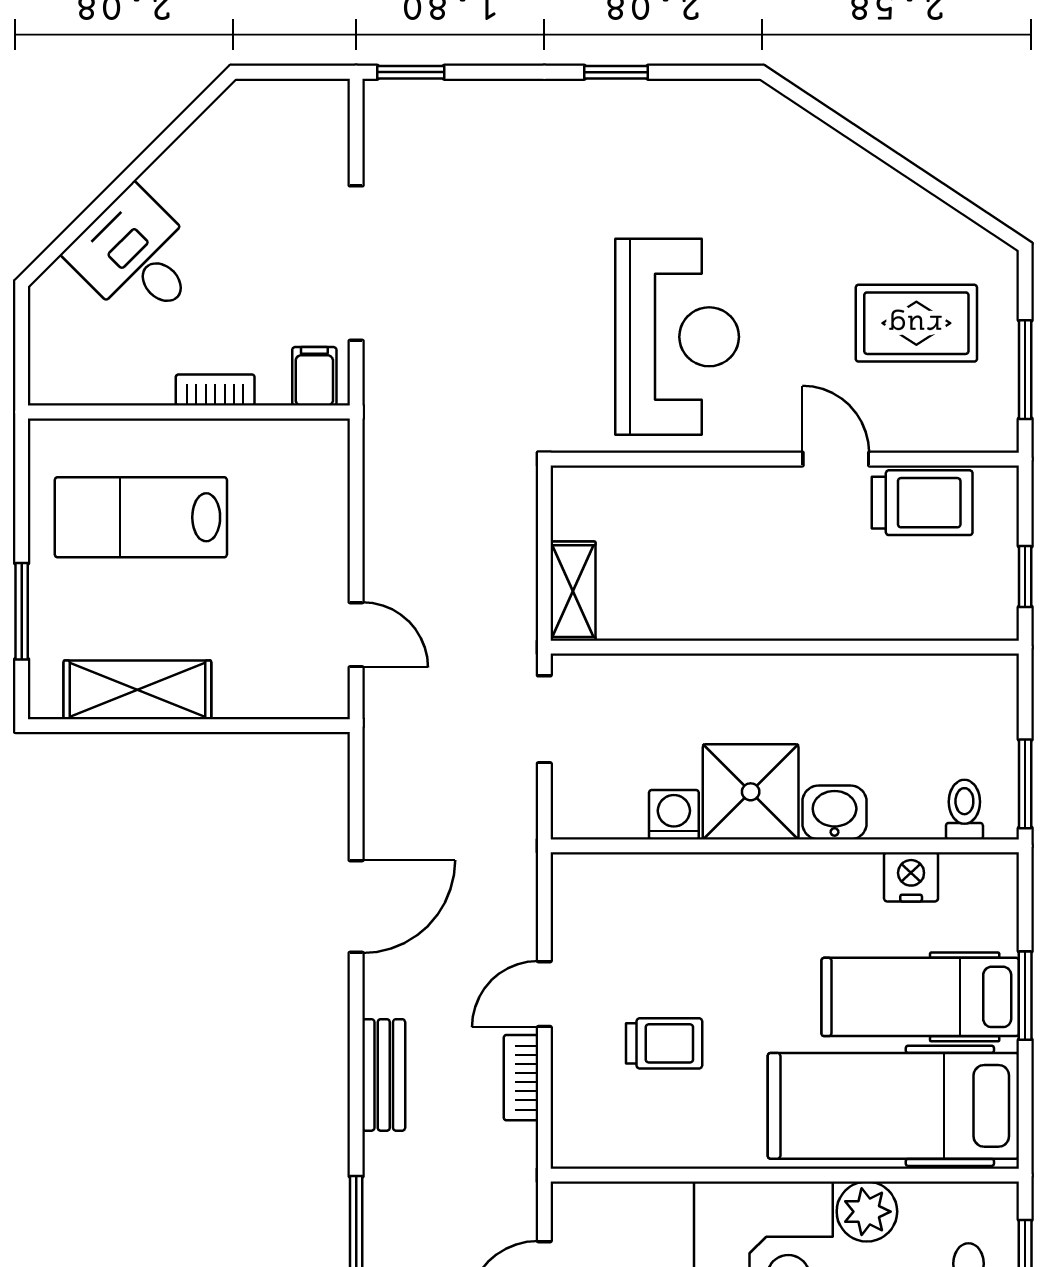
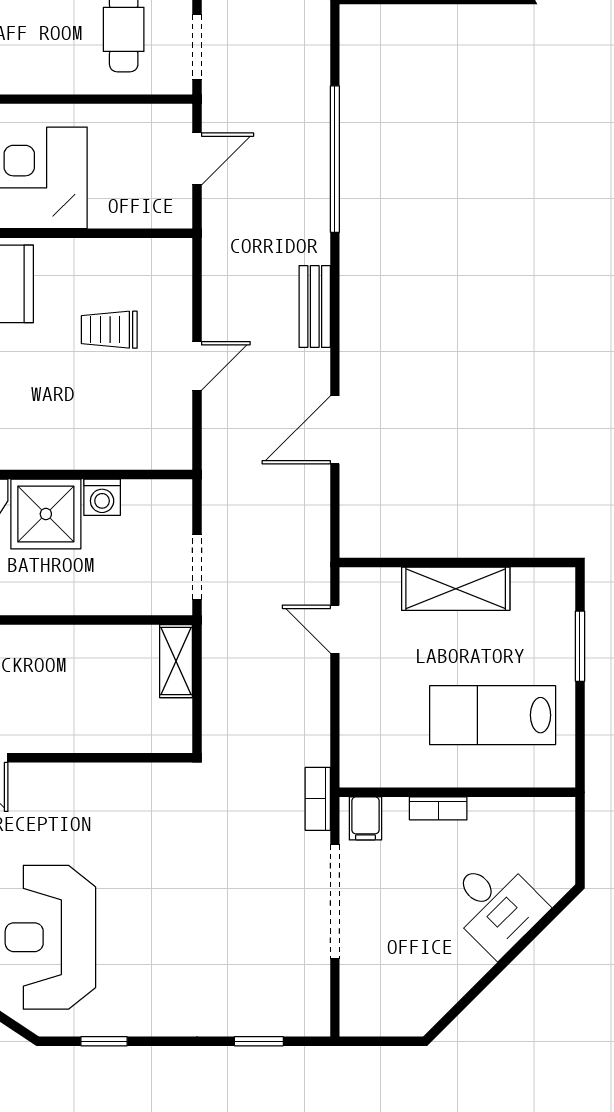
window: (411, 72) -> (259, 1041), moved
window: (616, 72) -> (104, 1041), moved
reception desk: (677, 337) -> (50, 937), moved
lab bench: (141, 517) -> (493, 715), turned 180
shelving: (137, 690) -> (456, 589), moved
bookcase: (521, 1078) -> (318, 799), moved, turned 180

